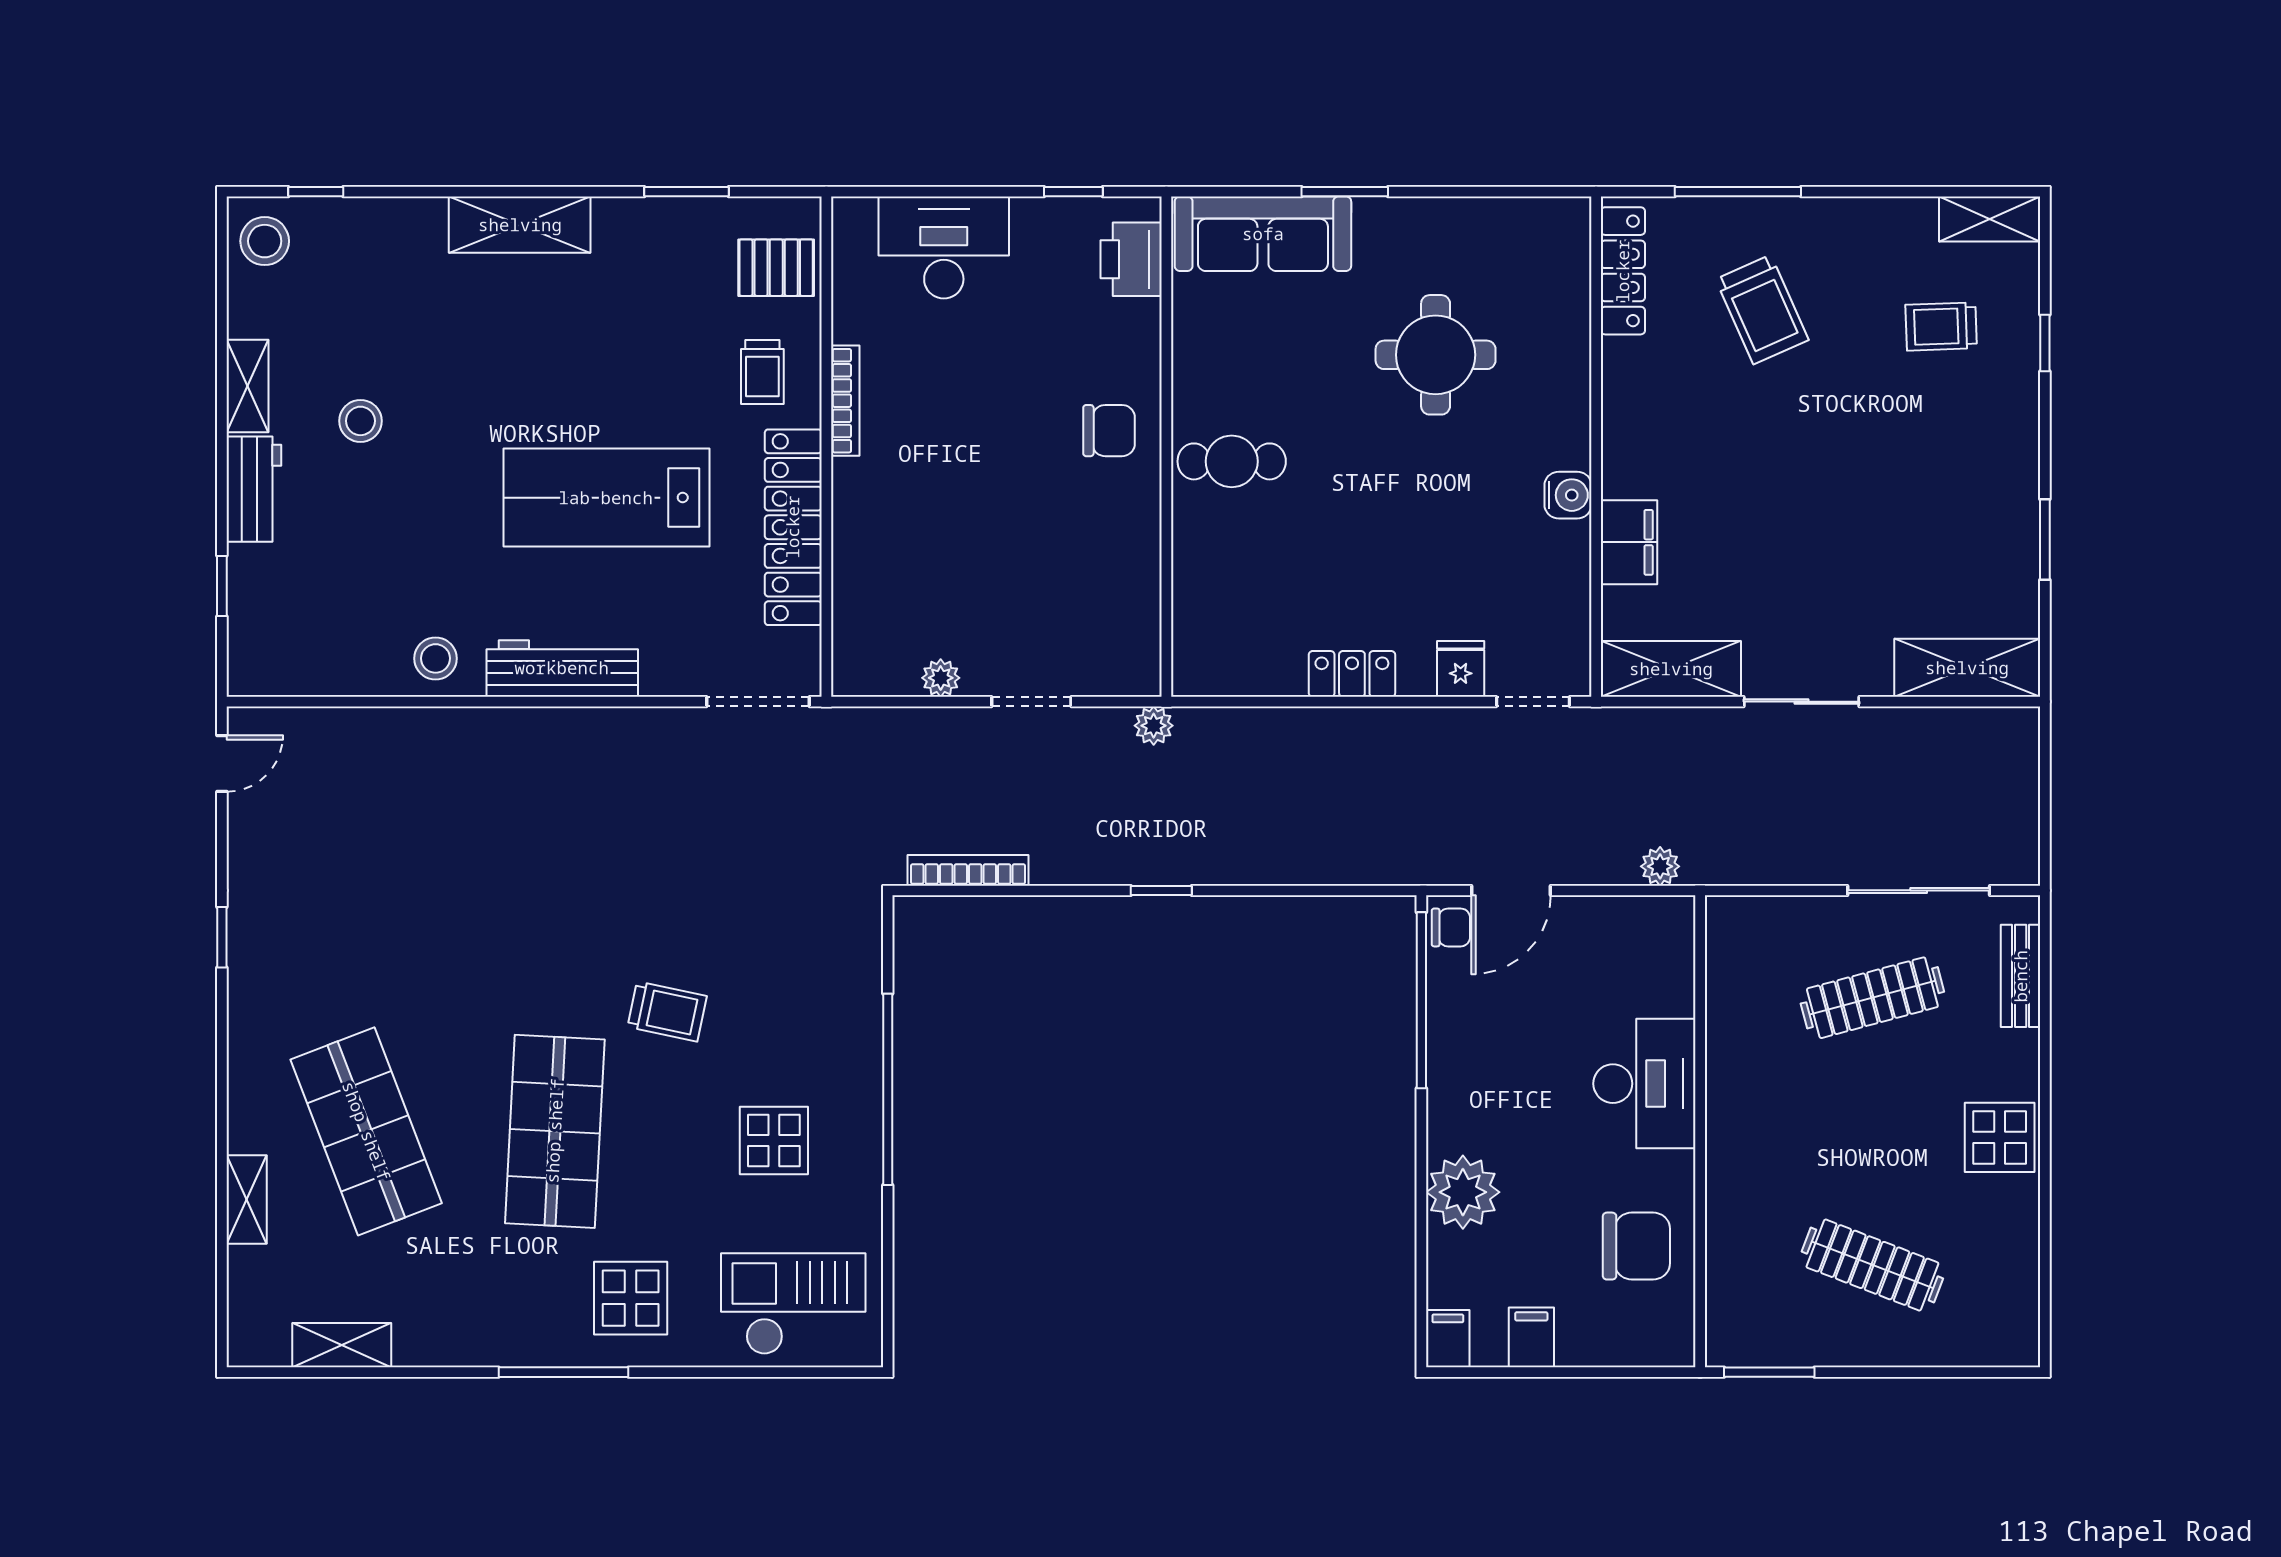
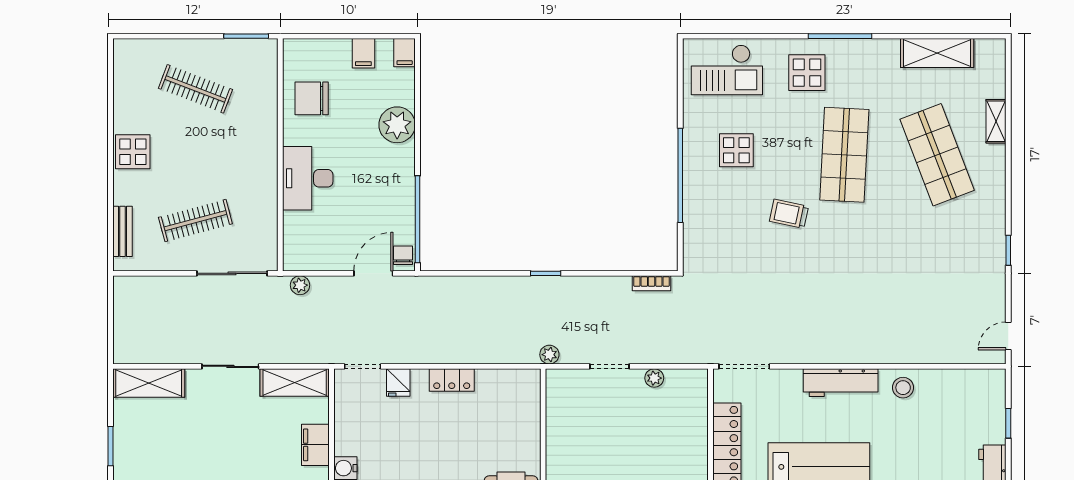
bookcase: (968, 870) -> (652, 283), width x0.64
sliding door: (1919, 890) -> (232, 273), moved
chair: (1451, 927) -> (403, 255), turned 90
shelving: (342, 1345) -> (937, 53), width x1.50, depth x1.33

